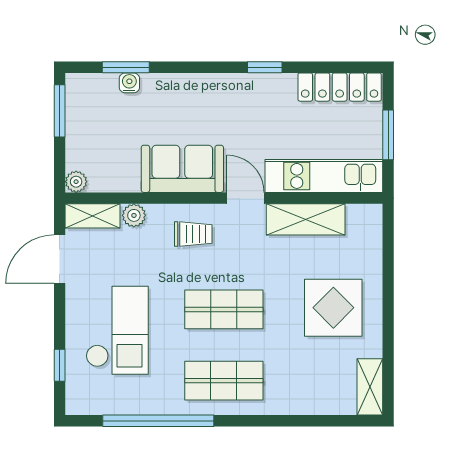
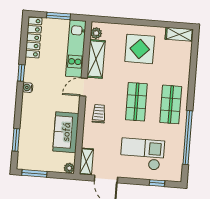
water cooler: (129, 83) -> (28, 88), moved
sofa: (182, 169) -> (66, 132), moved
plant: (134, 215) -> (96, 33), moved

